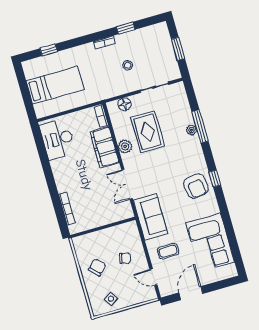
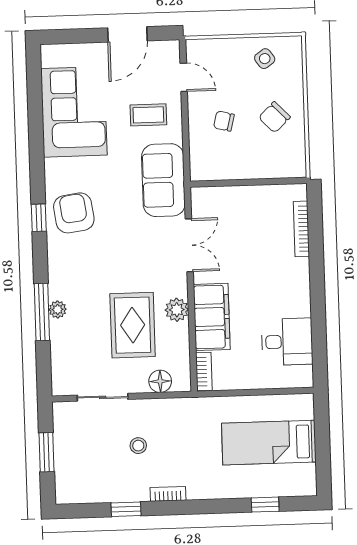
desk: (58, 139) -> (287, 342), width x0.73

